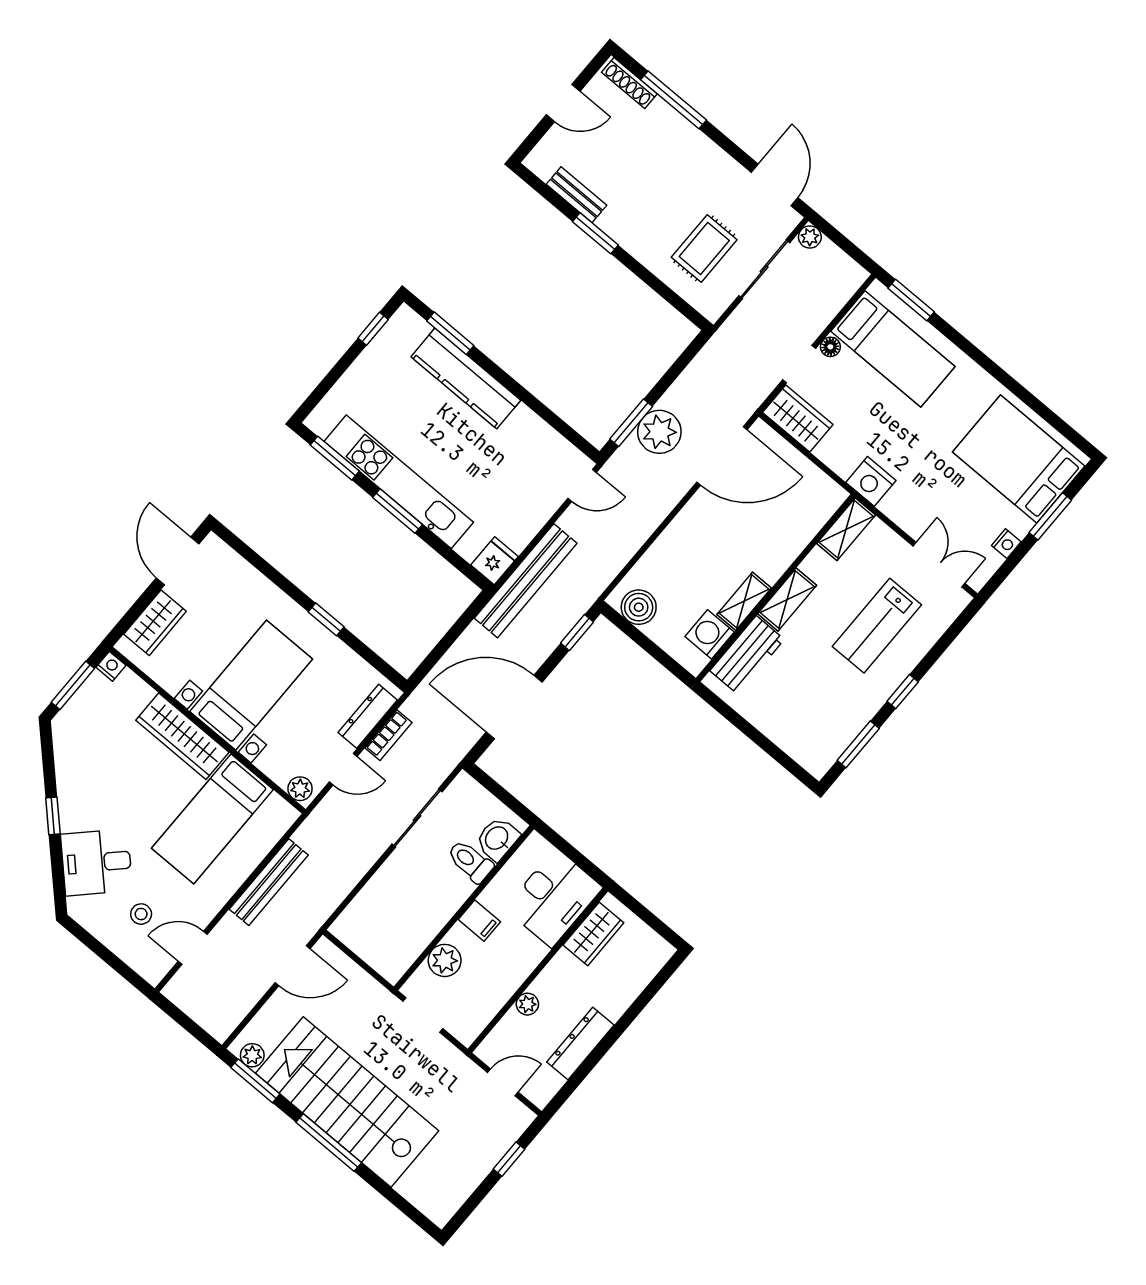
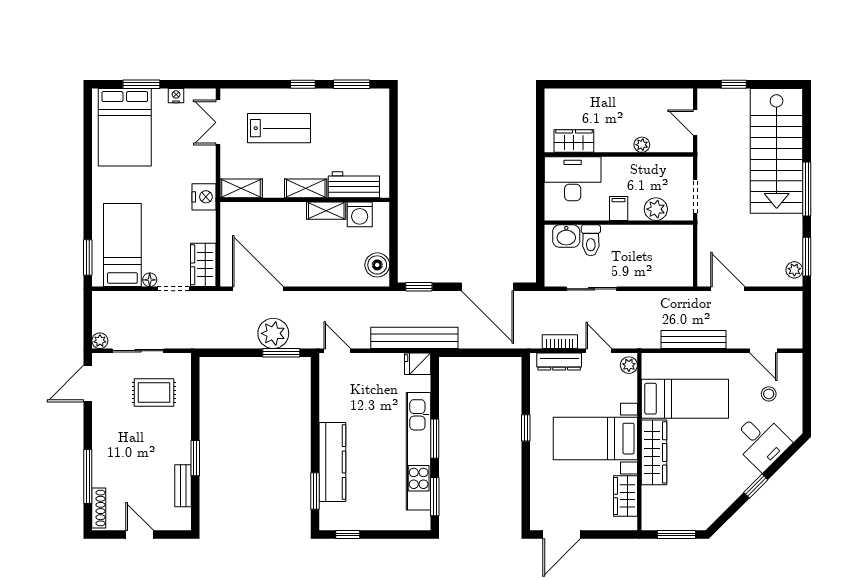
wardrobe: (155, 623) -> (626, 496), moved, turned -90
nightstand: (111, 666) -> (649, 523), removed
dresser: (580, 1043) -> (639, 98), removed
stairs: (347, 1102) -> (777, 151), moved

